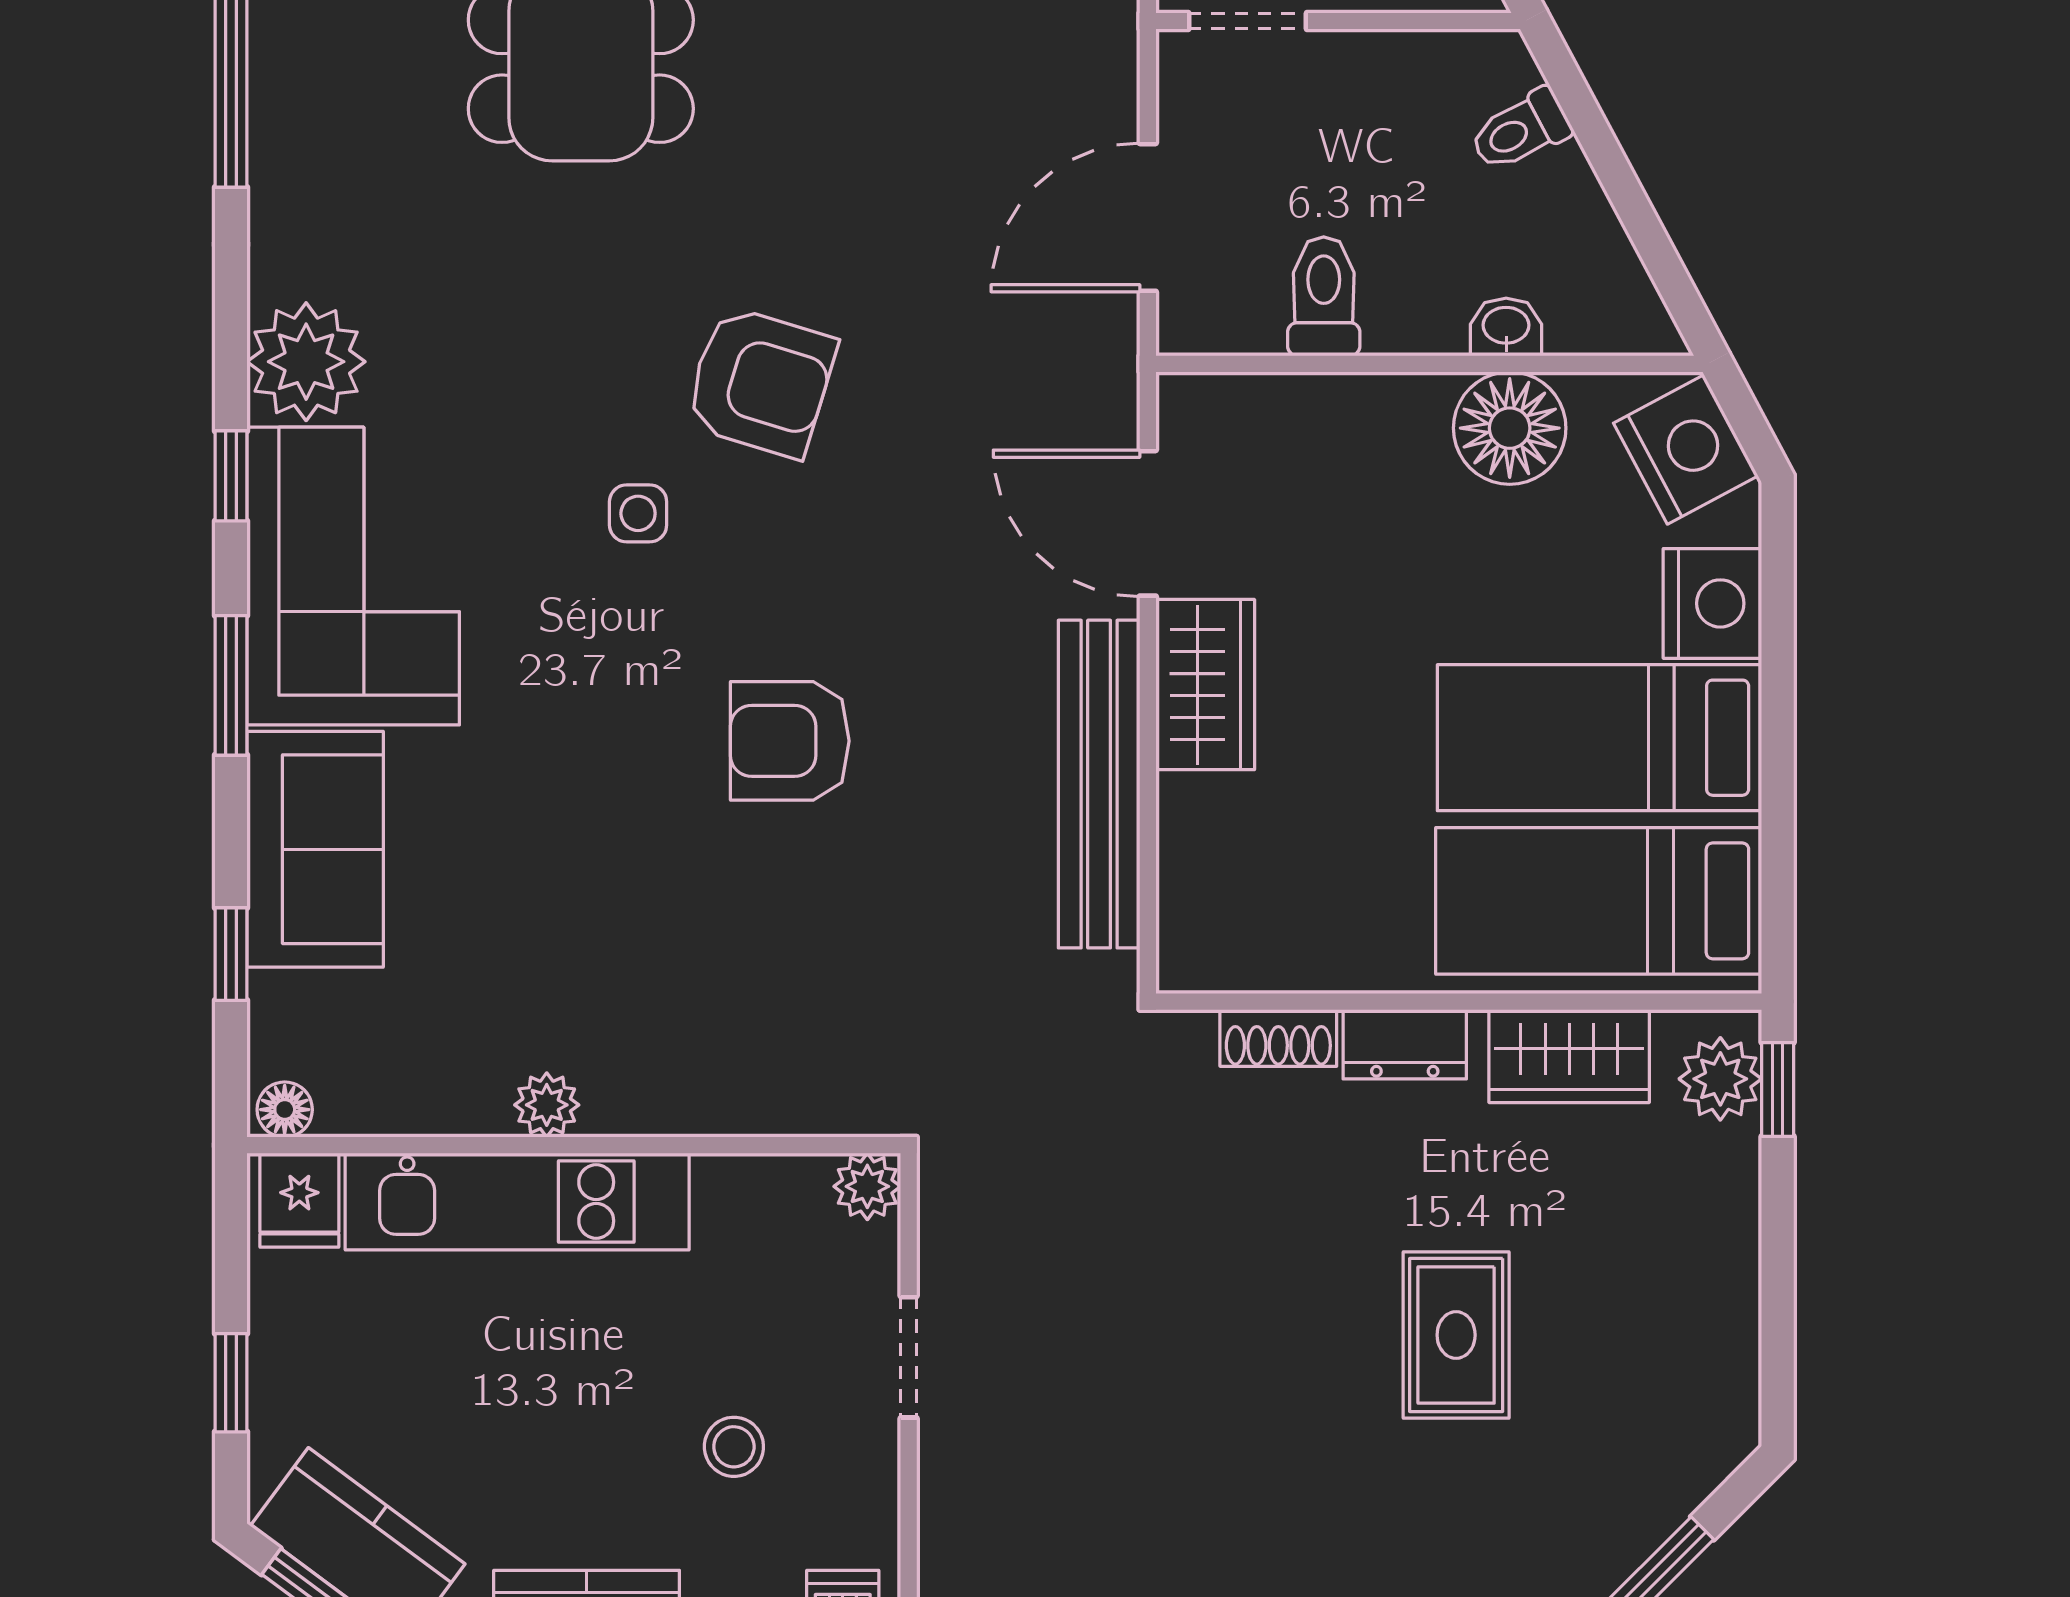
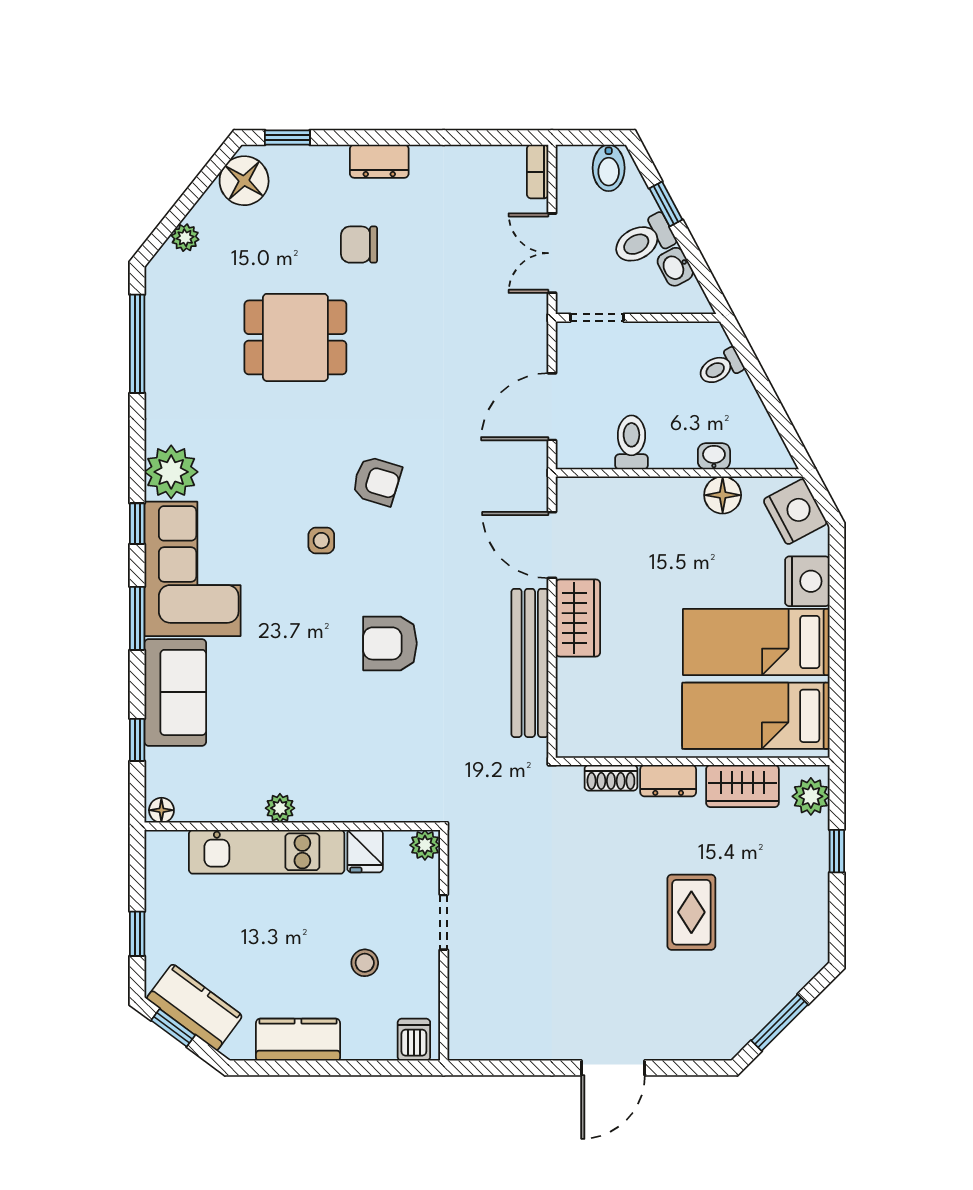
armchair: (760, 382) -> (377, 481), width x0.72, depth x0.72
floor lamp: (1510, 428) -> (723, 495), width x0.73, depth x0.73
window: (1778, 1089) -> (837, 851), moved
fridge: (299, 1200) -> (365, 851), moved

